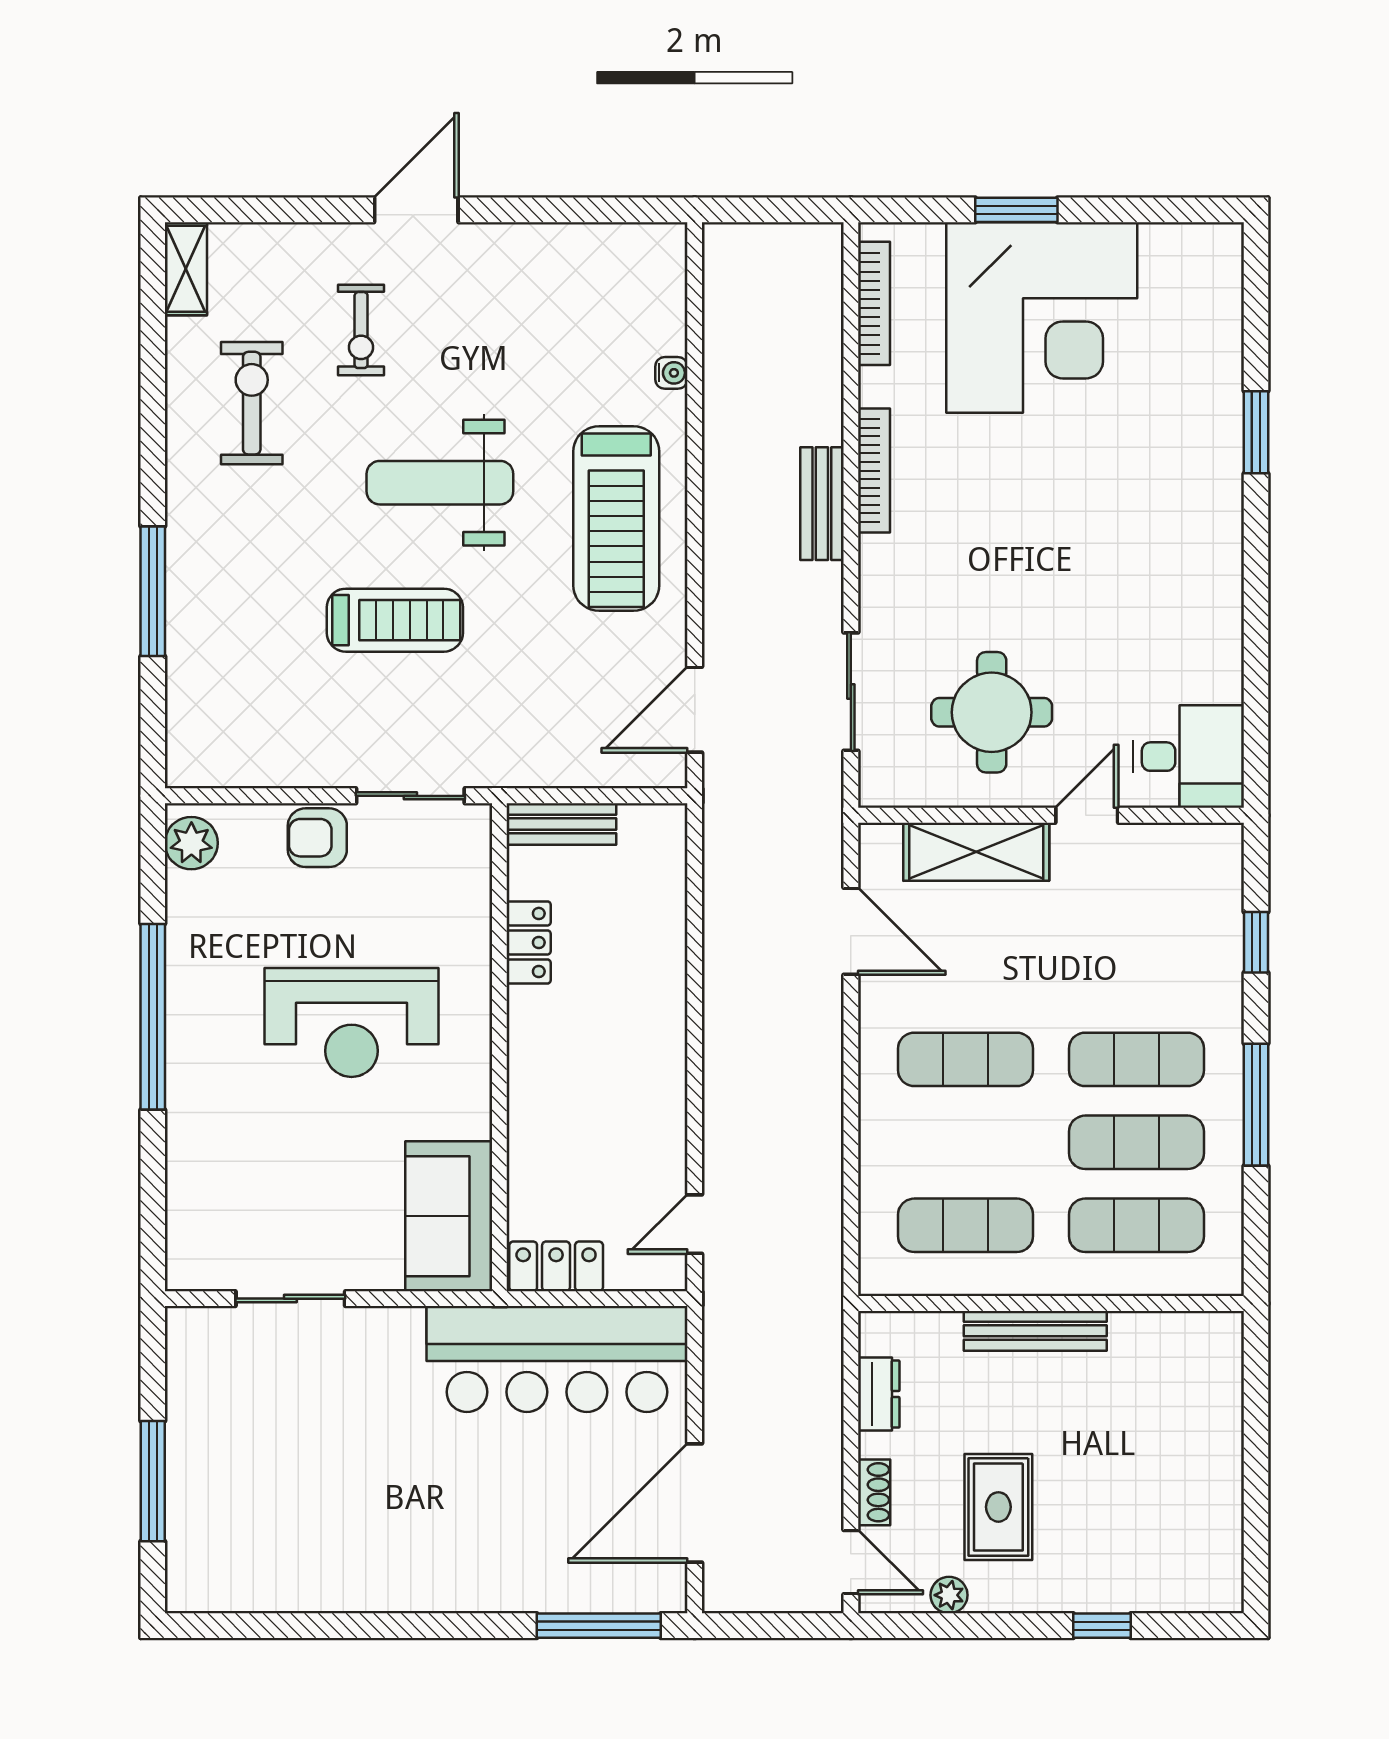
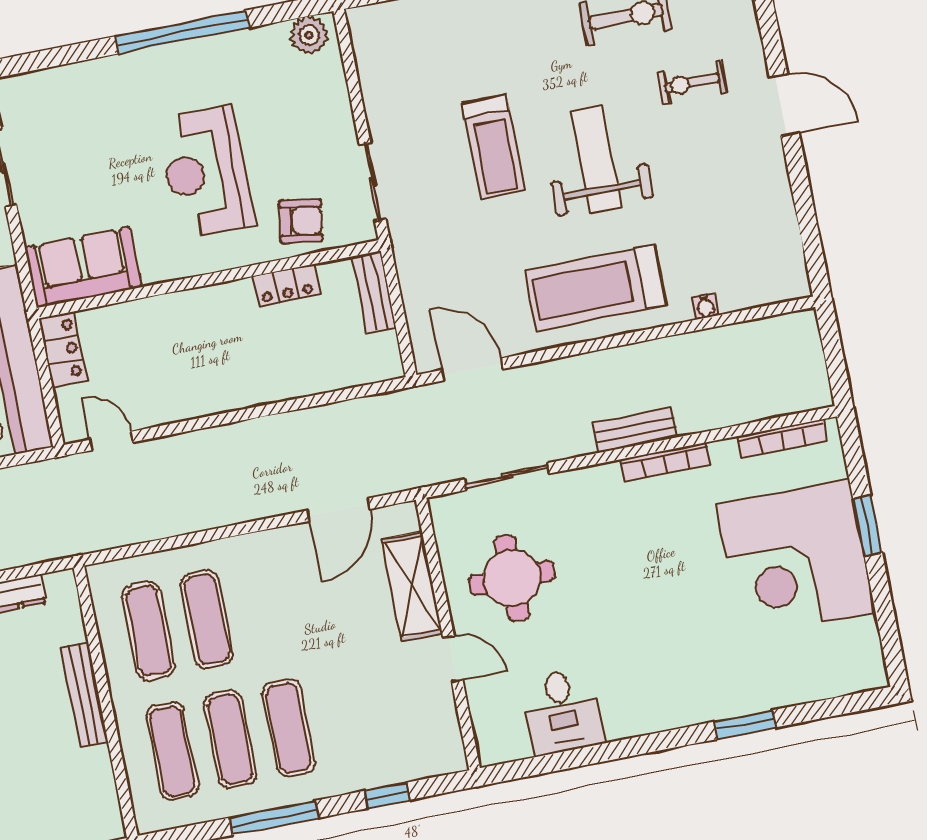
desk: (1188, 757) -> (562, 711), moved
armchair: (317, 838) -> (301, 221), moved, turned 99
exercise mat: (966, 1059) -> (207, 619), moved

